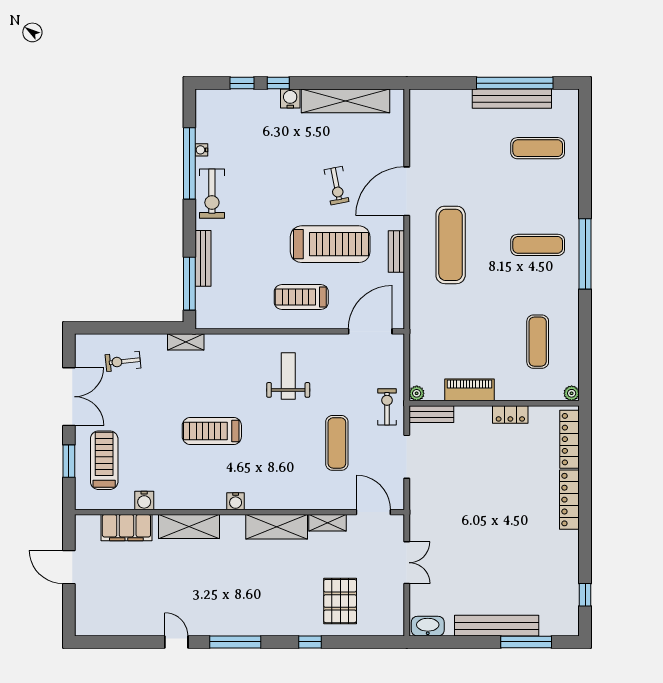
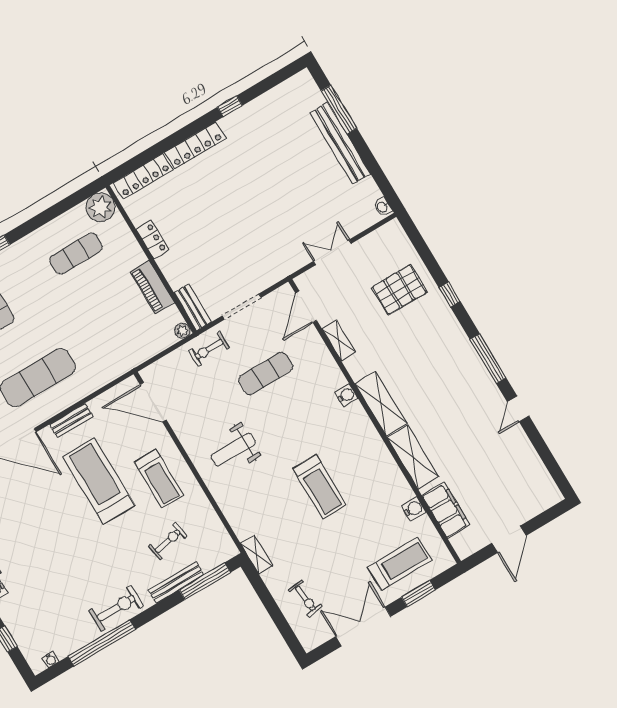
water cooler: (201, 150) -> (50, 660), moved
exercise bike: (337, 186) -> (168, 541), moved
plant: (572, 393) -> (101, 207), width x1.88, depth x1.88
treadmill: (104, 460) -> (400, 564), turned 180
water cooler: (236, 501) -> (346, 395), moved
shelving: (277, 527) -> (381, 404), moved
window: (585, 595) -> (230, 106), moved
washbasin: (428, 626) -> (382, 207), width x0.52, depth x0.69

